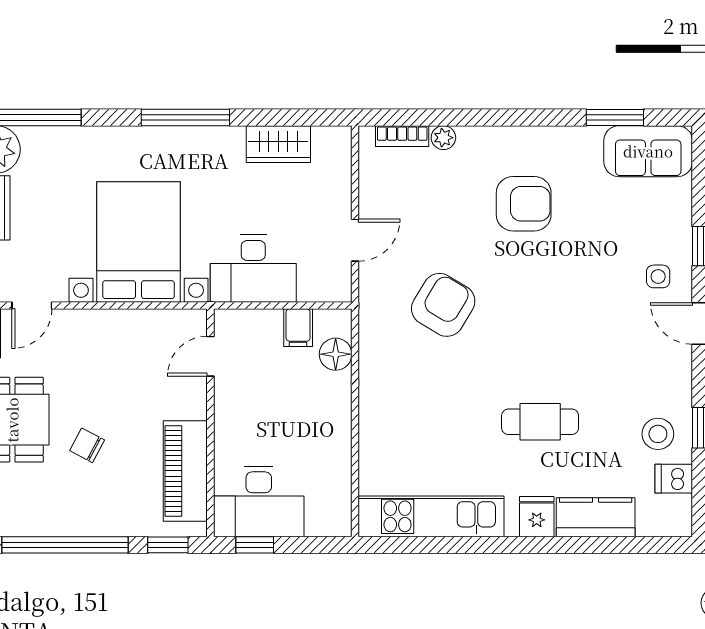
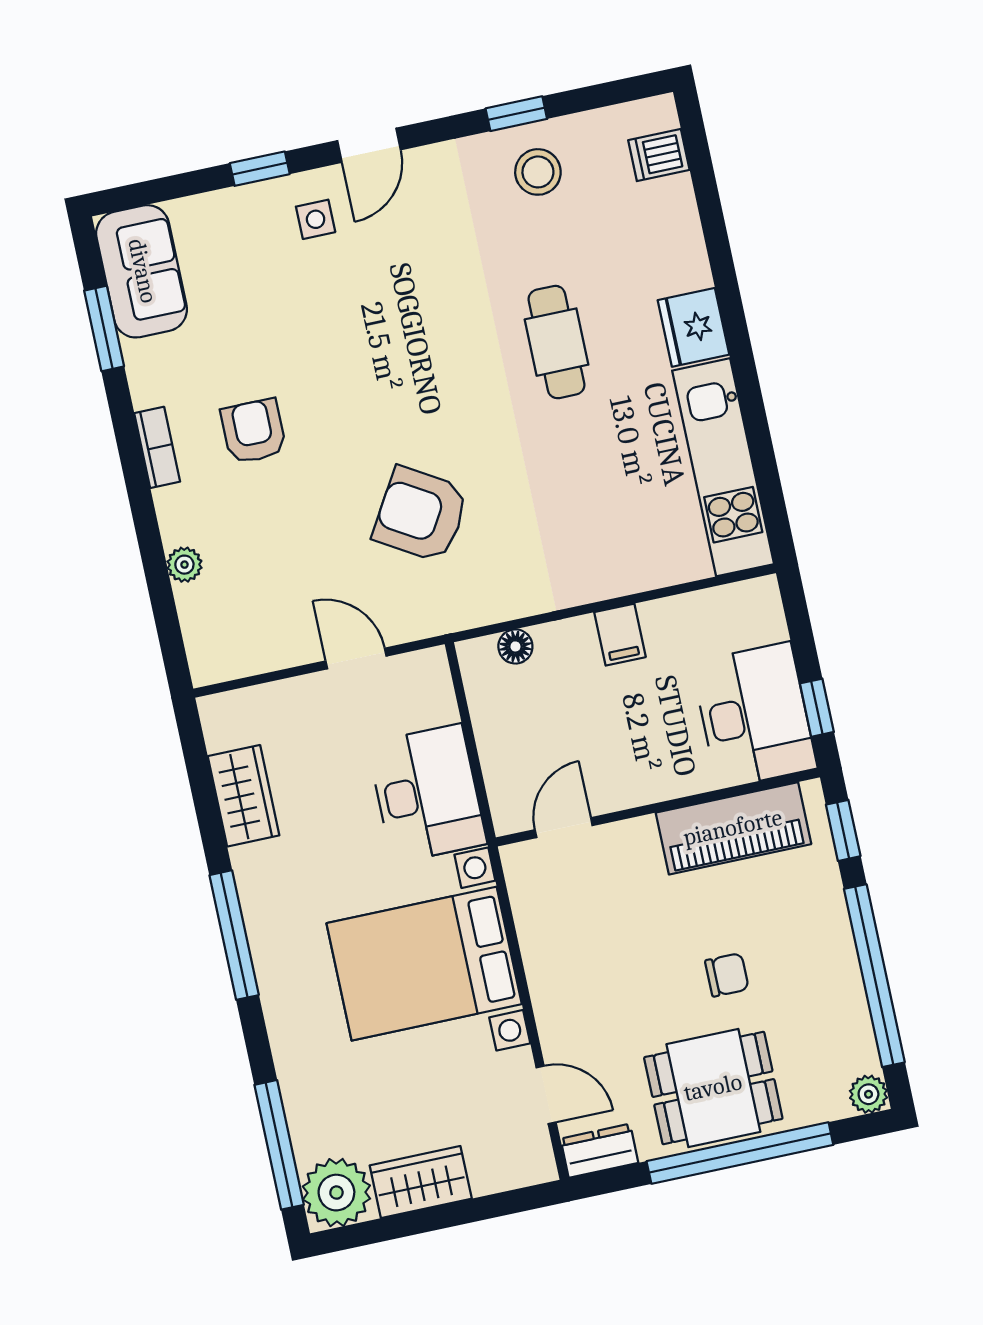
bookcase: (402, 136) -> (157, 447), moved
armchair: (524, 204) -> (254, 431), width x0.72, depth x0.72
filing cabinet: (298, 328) -> (620, 635), moved, turned 90
floor lamp: (336, 354) -> (515, 646), width x0.73, depth x0.73
door: (210, 356) -> (564, 828), swing flipped
chair: (87, 445) -> (727, 975), turned -118
dishwasher: (674, 479) -> (659, 155), moved, turned 90
fridge: (537, 517) -> (693, 327), width x1.38
kitchen counter: (596, 517) -> (675, 235), removed

